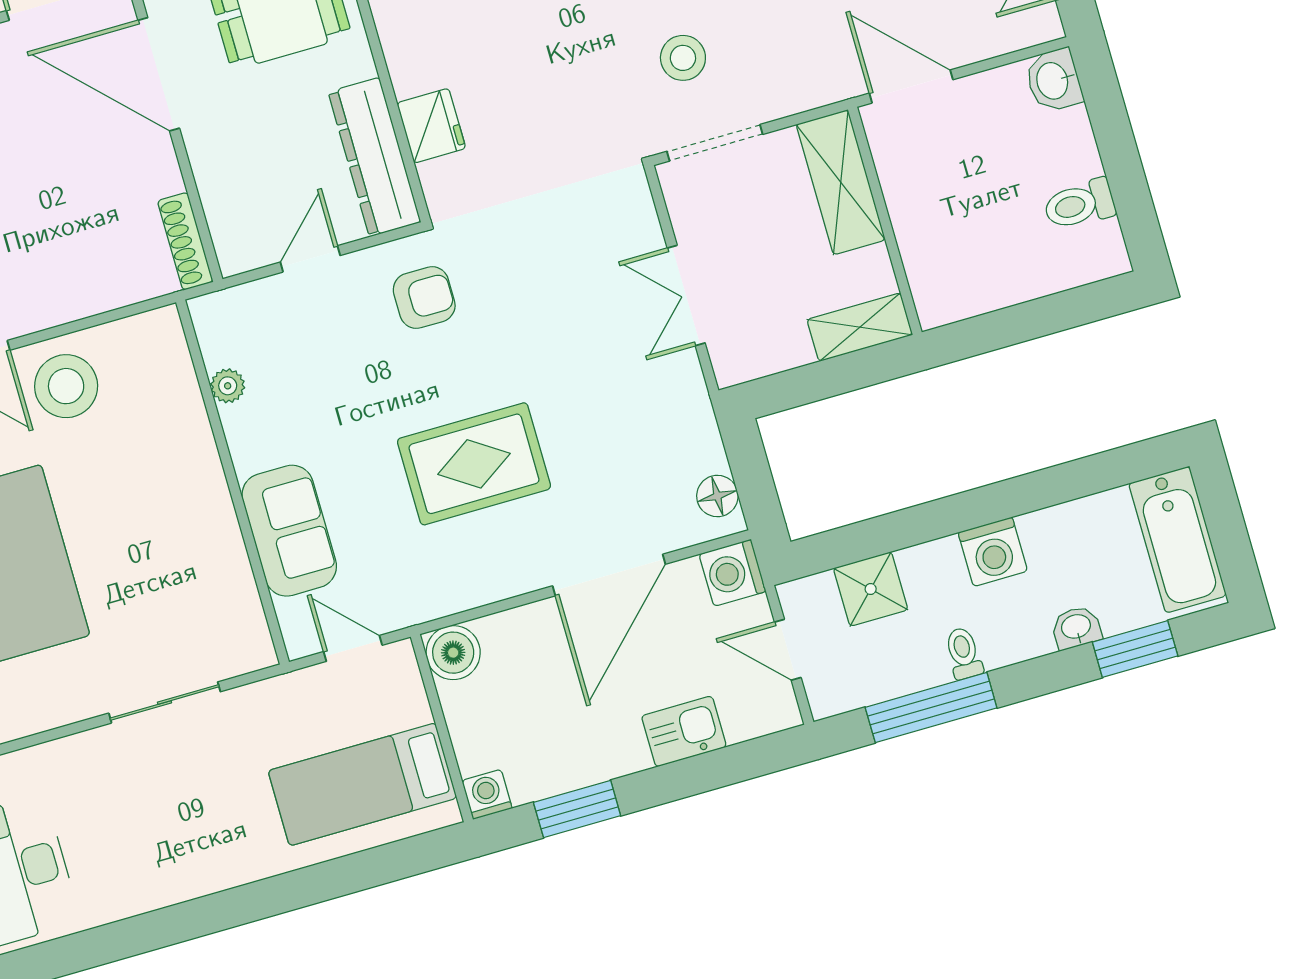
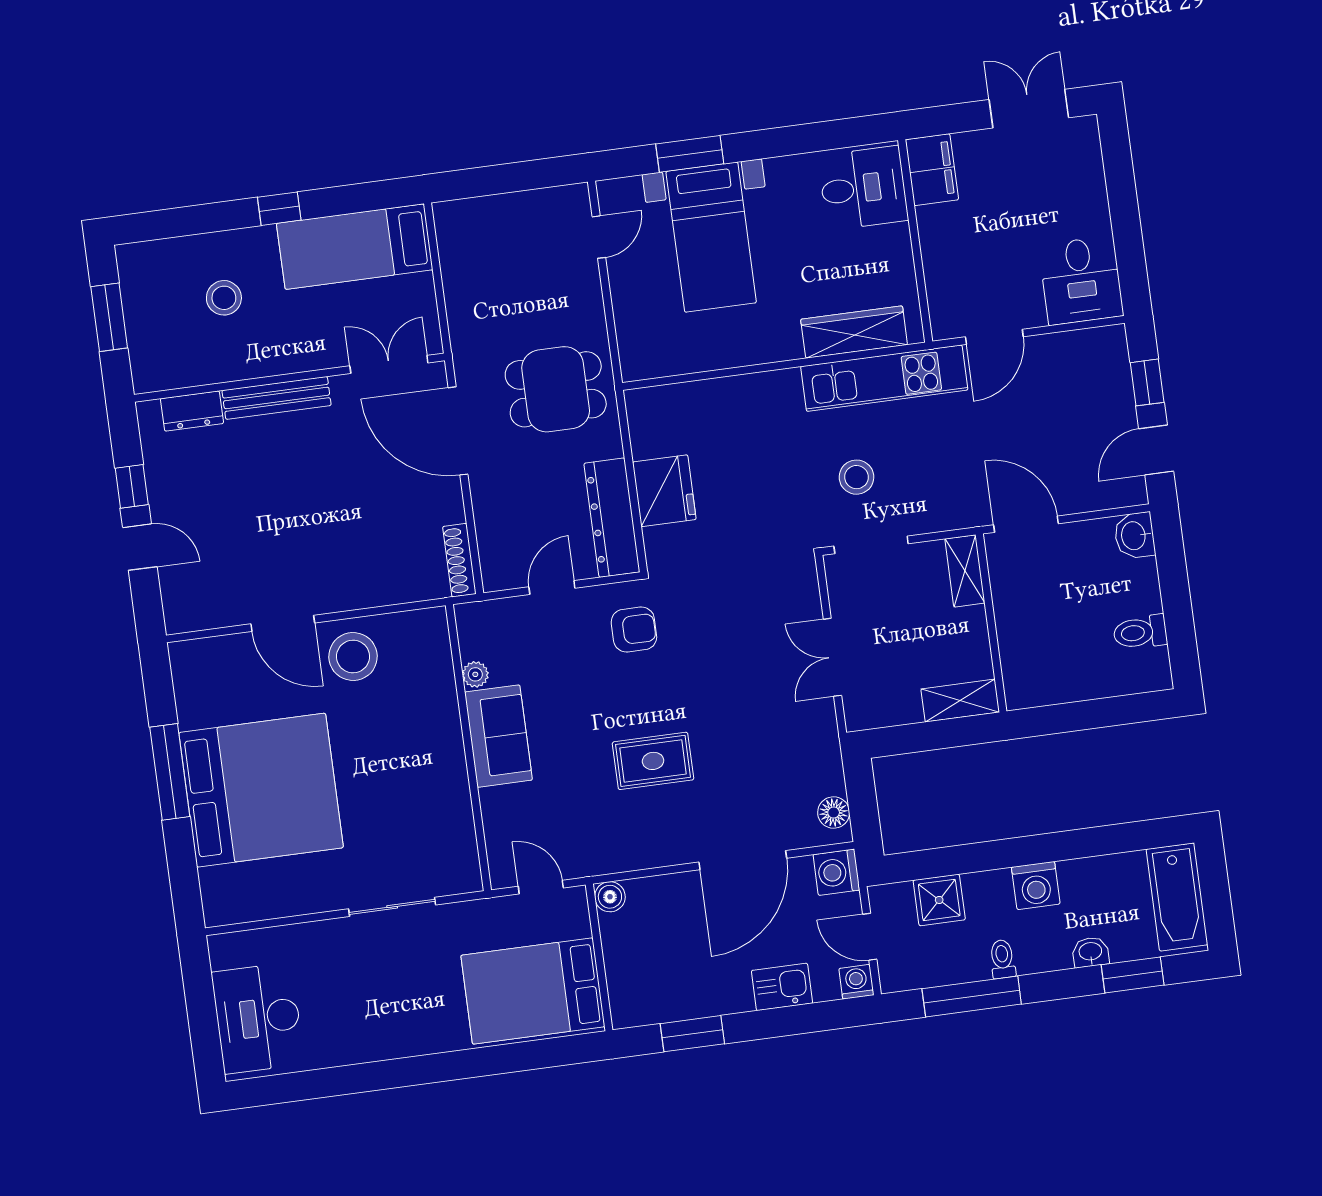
fridge: (431, 126) -> (664, 491), width x1.36, depth x1.34
shelving: (841, 182) -> (965, 571), width x0.67, depth x0.75
rug: (474, 464) -> (653, 761), width x0.73, depth x0.70
sofa: (289, 531) -> (498, 736), moved
boiler: (453, 653) -> (610, 897), width x0.73, depth x0.73
bed: (362, 784) -> (533, 991), width x1.50
washing machine: (487, 794) -> (856, 982), moved

